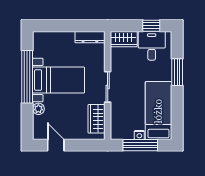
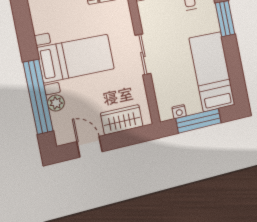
window: (27, 77) -> (38, 97), moved
wardrobe: (96, 119) -> (122, 120), moved, turned 90
nightstand: (139, 135) -> (179, 112), moved

